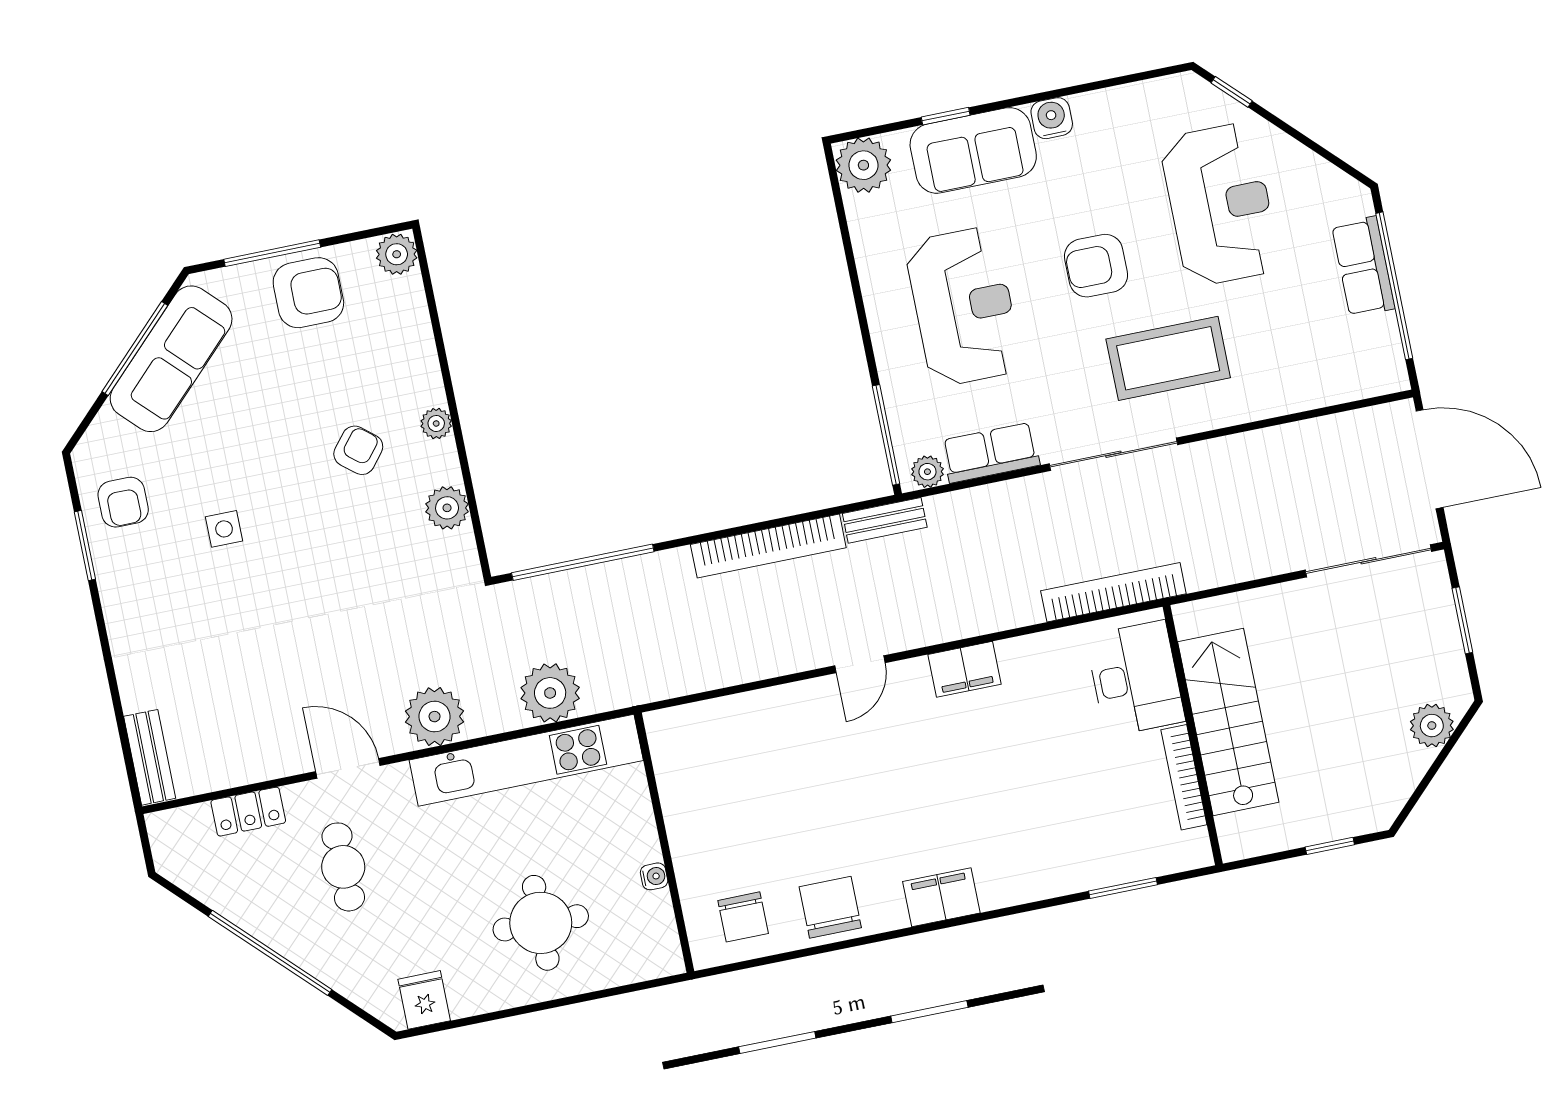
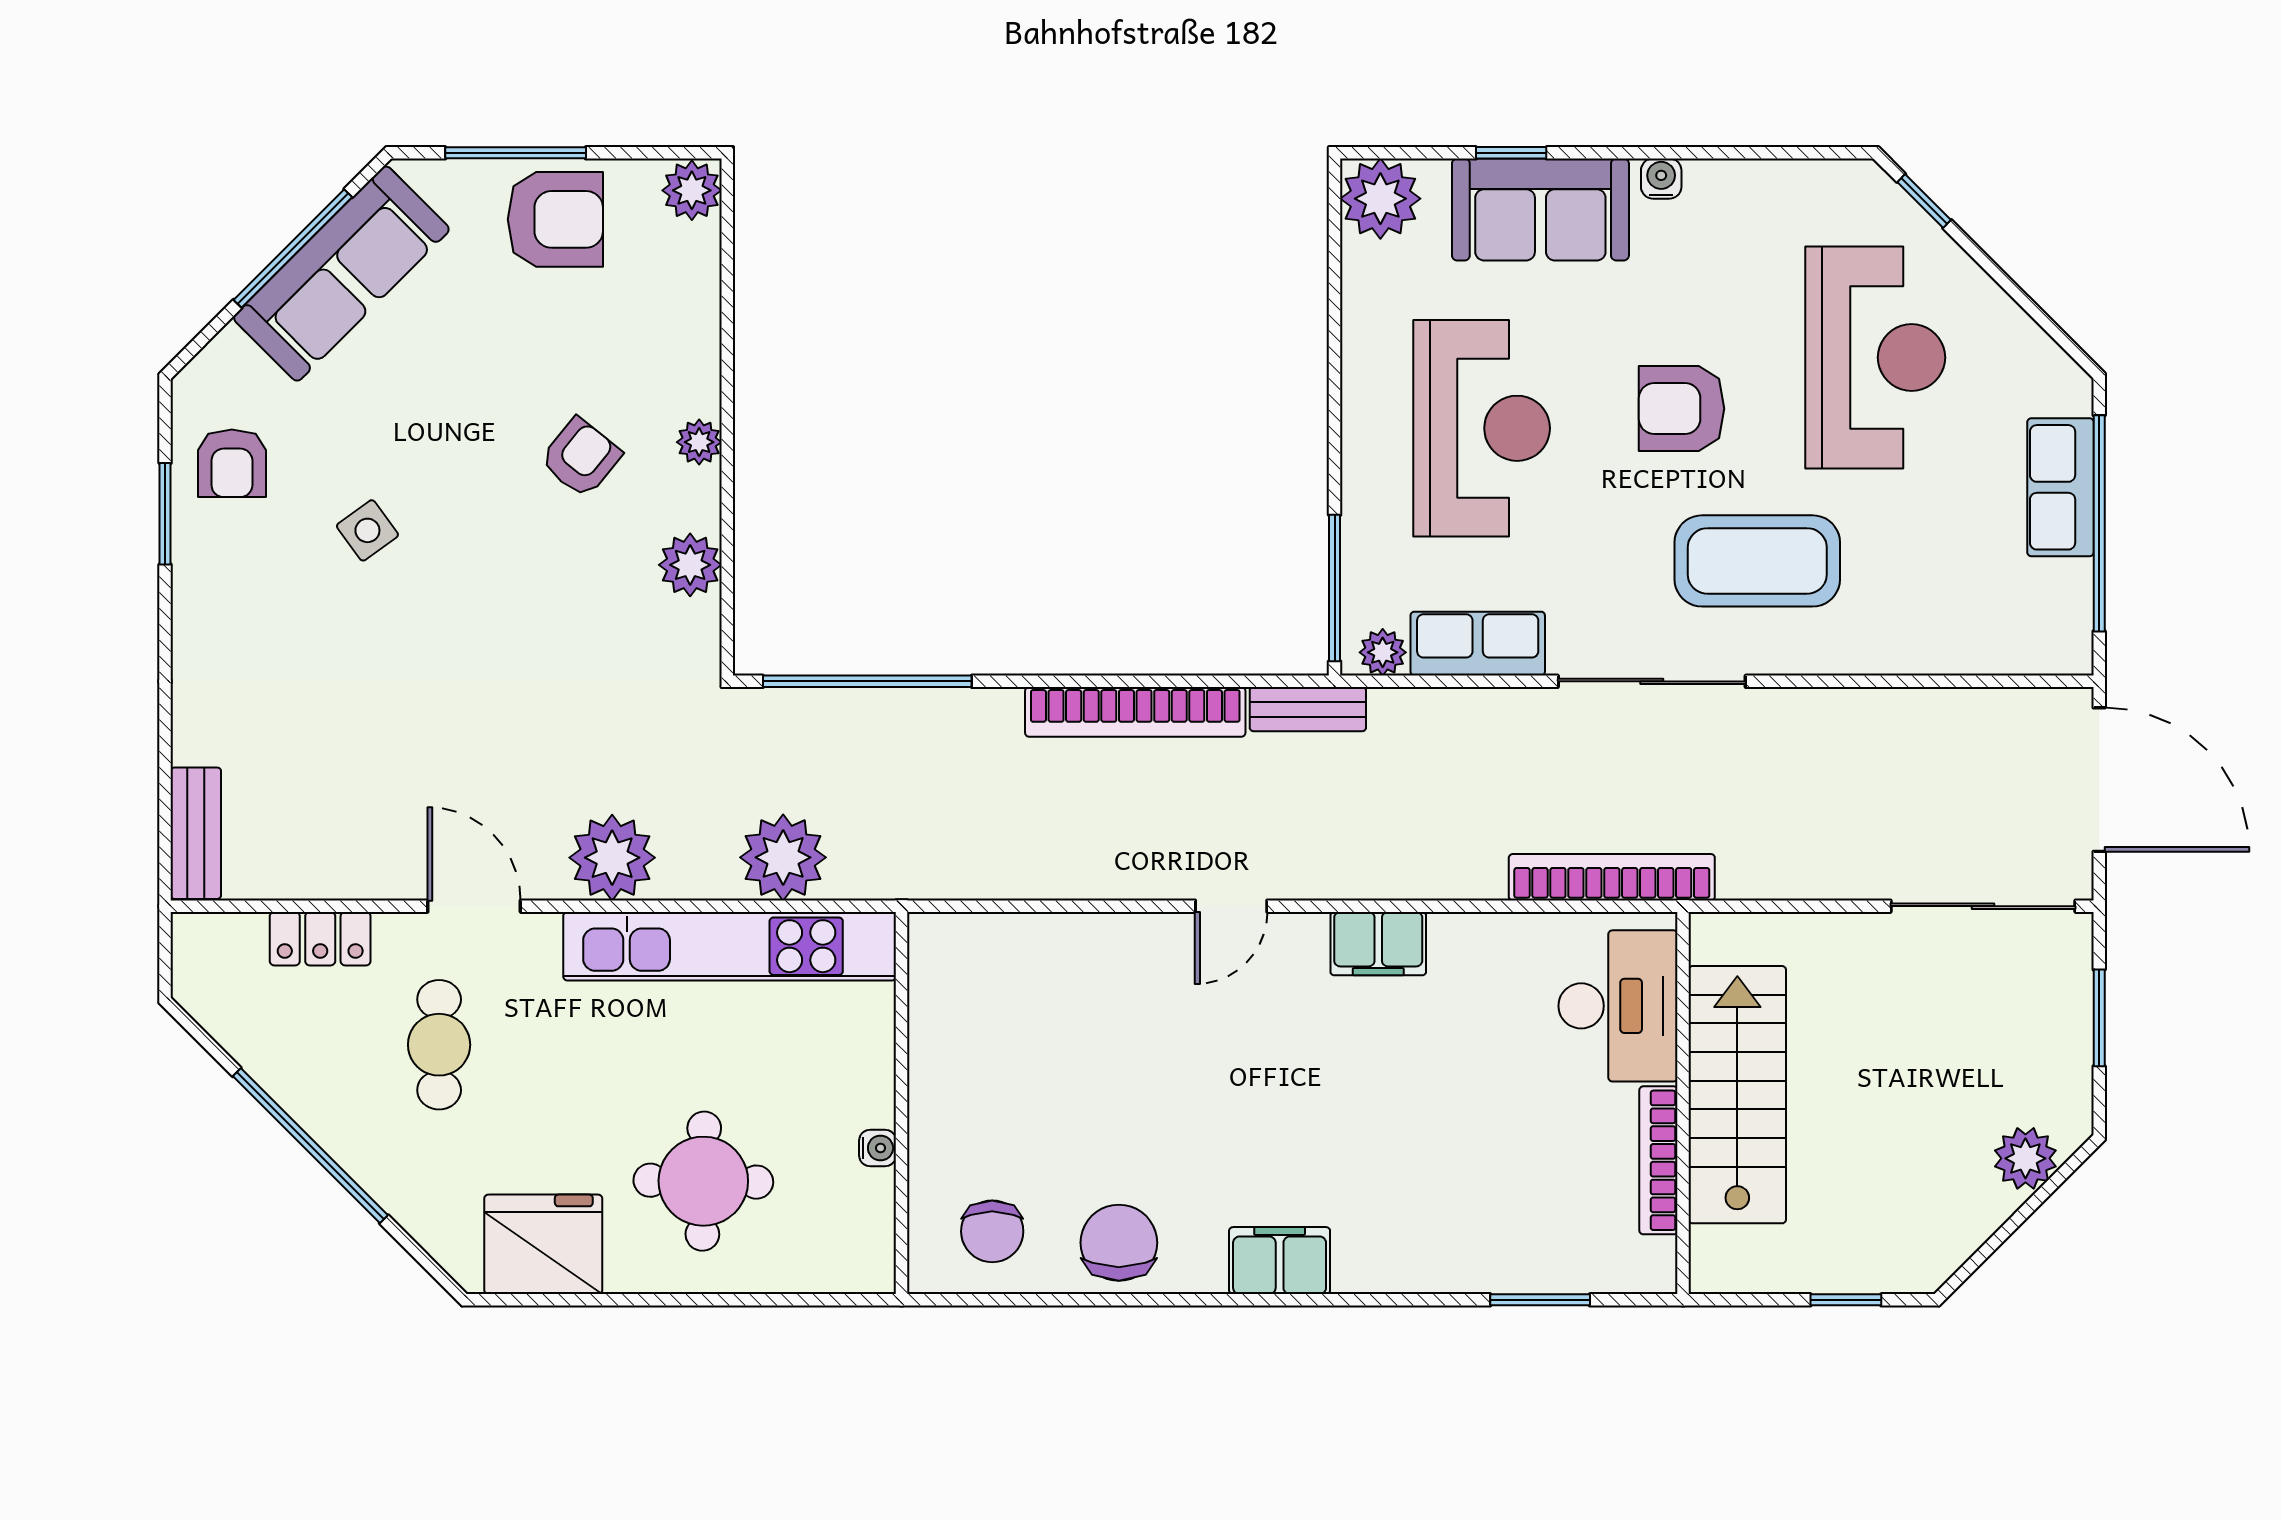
water cooler: (1052, 118) -> (1661, 179), width x0.72, depth x0.72
side table: (224, 529) -> (367, 530), turned -36
fridge: (424, 1000) -> (543, 1244), width x1.88, depth x1.34

